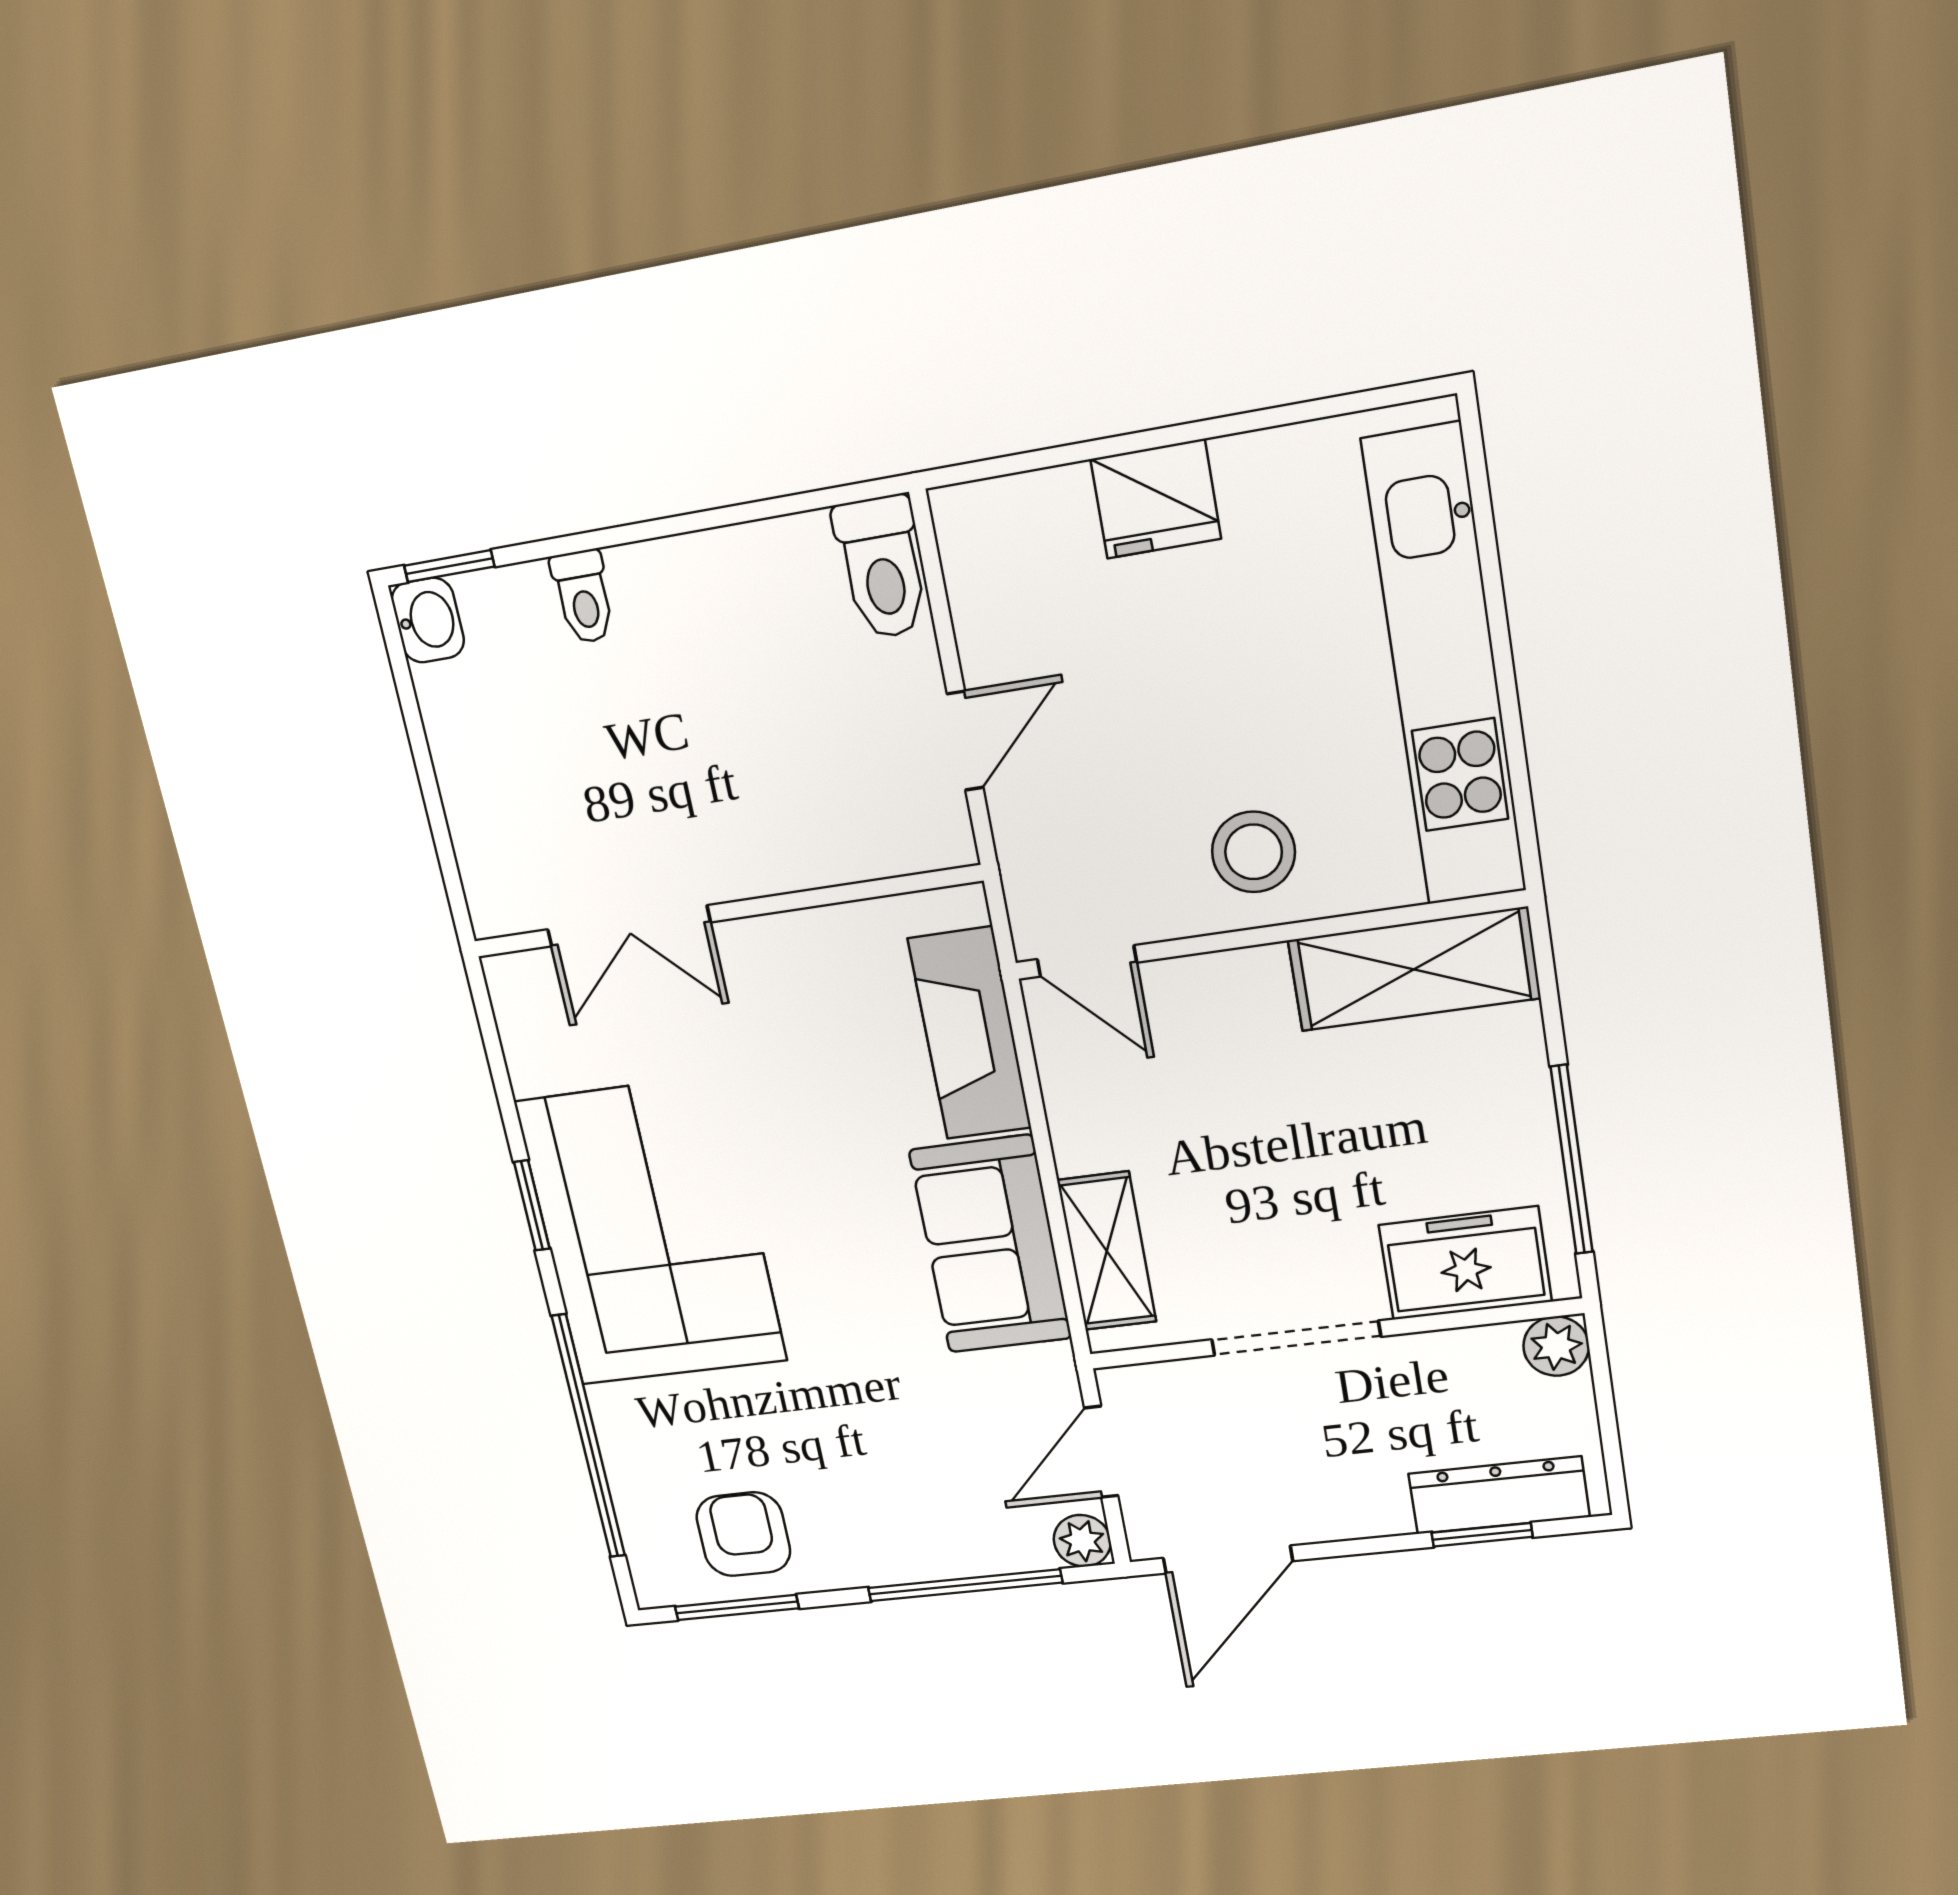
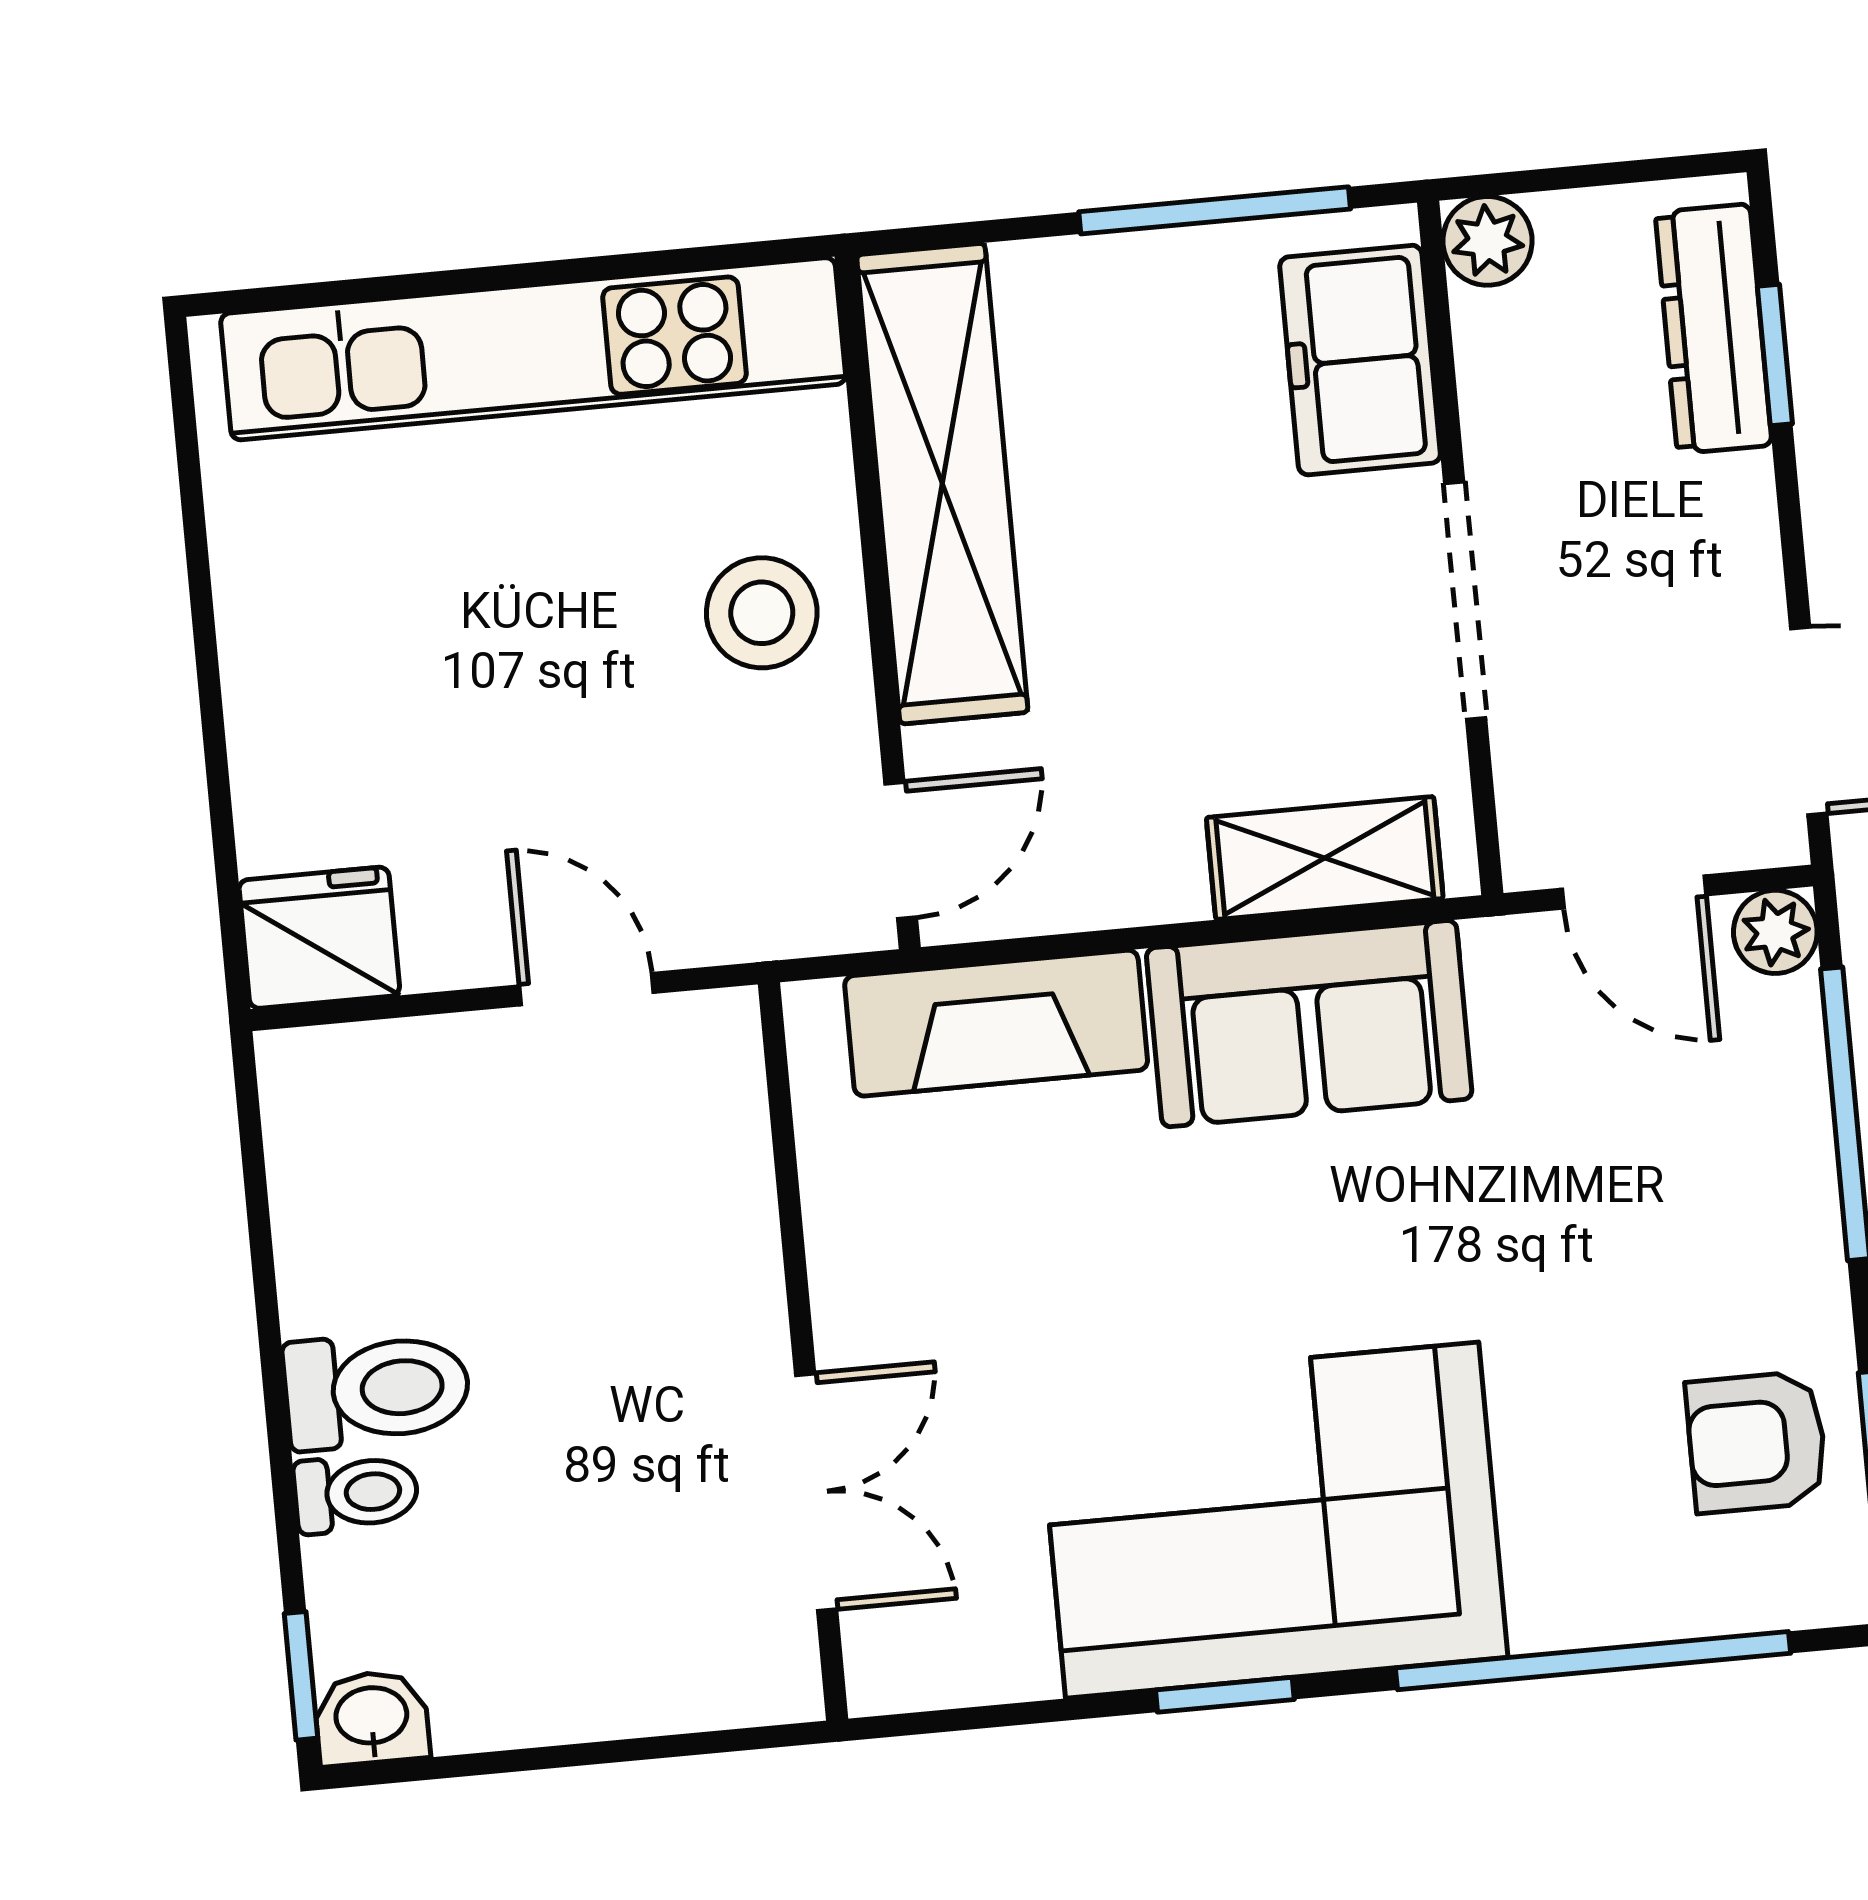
fridge: (1156, 499) -> (319, 938), moved, turned -90
toilet: (882, 567) -> (377, 1390), moved
shelving: (1414, 969) -> (942, 484), width x1.47

